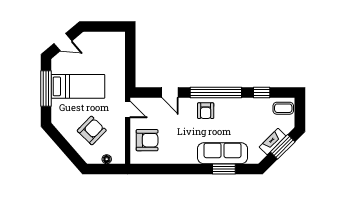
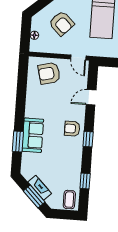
window: (216, 93) -> (88, 139), width x0.32
door: (128, 109) -> (78, 58), hinge flipped
armchair: (147, 140) -> (49, 73), turned 76
sofa: (222, 153) -> (33, 135), width x0.73

